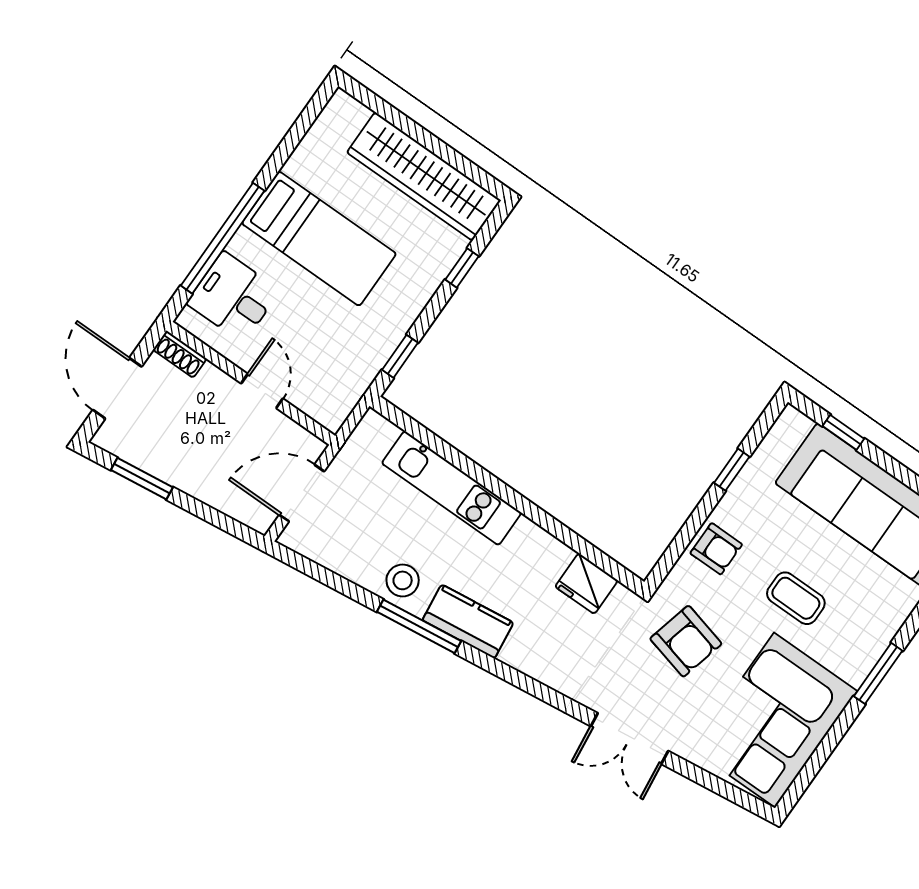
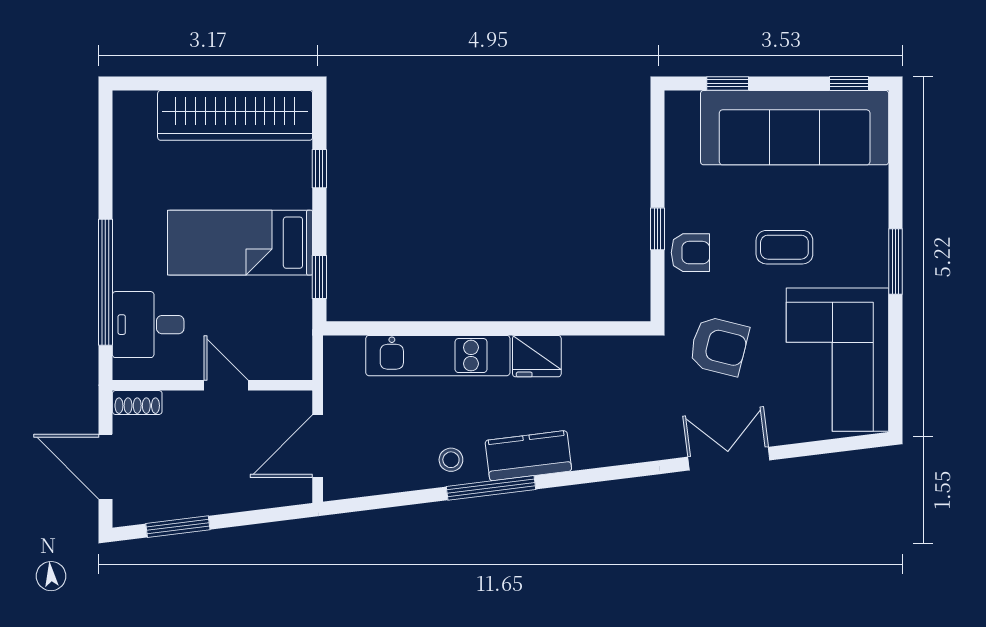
bed: (319, 239) -> (240, 243), moved, turned 180
window: (732, 470) -> (657, 229), moved
stool: (403, 580) -> (451, 460), width x0.73, depth x0.73
fridge: (586, 584) -> (537, 356), moved
double door: (630, 739) -> (729, 459), swing flipped

